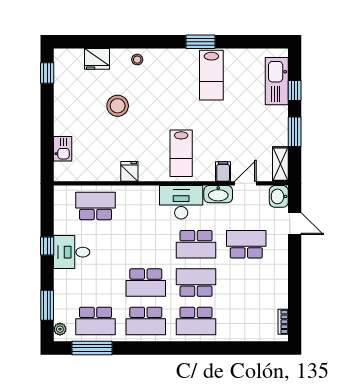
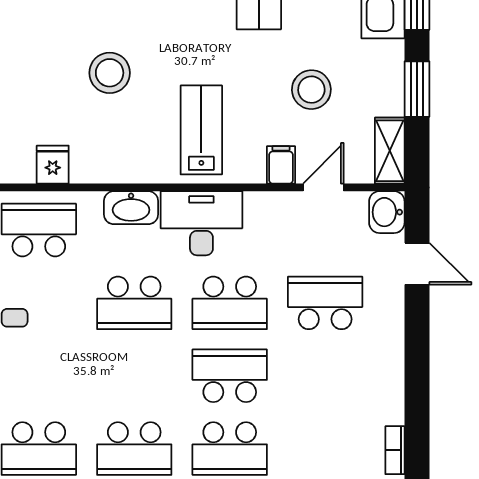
stool: (118, 106) -> (110, 73), moved
stool: (239, 132) -> (311, 90), added
lab bench: (181, 153) -> (201, 130), turned 180
fridge: (129, 171) -> (53, 165), moved
washbasin: (218, 194) -> (131, 208), moved
school desk: (146, 283) -> (134, 303), moved

